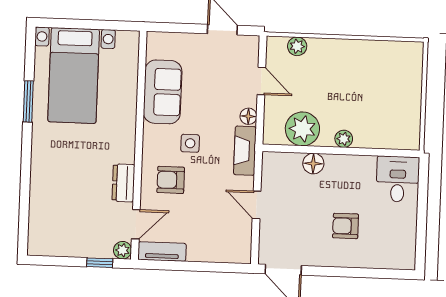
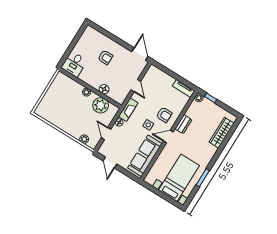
sofa: (163, 92) -> (145, 156), width x1.36
wardrobe: (41, 208) -> (222, 133), added
door: (136, 224) -> (168, 136), moved

